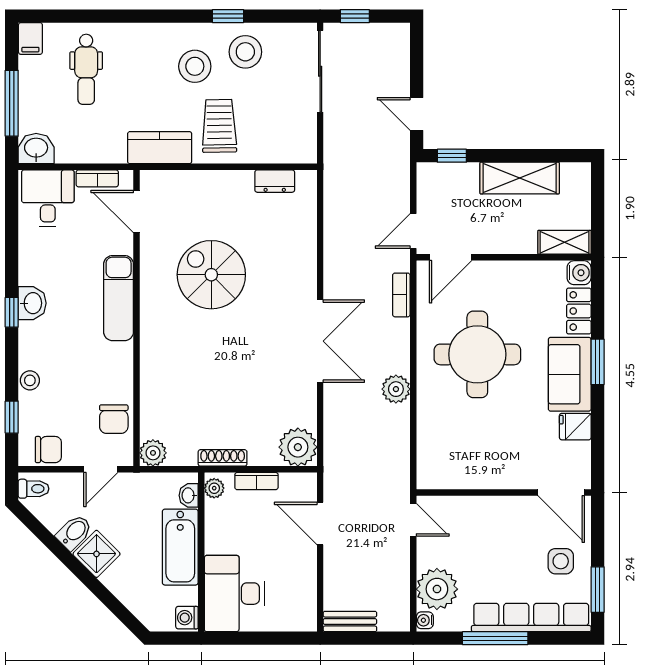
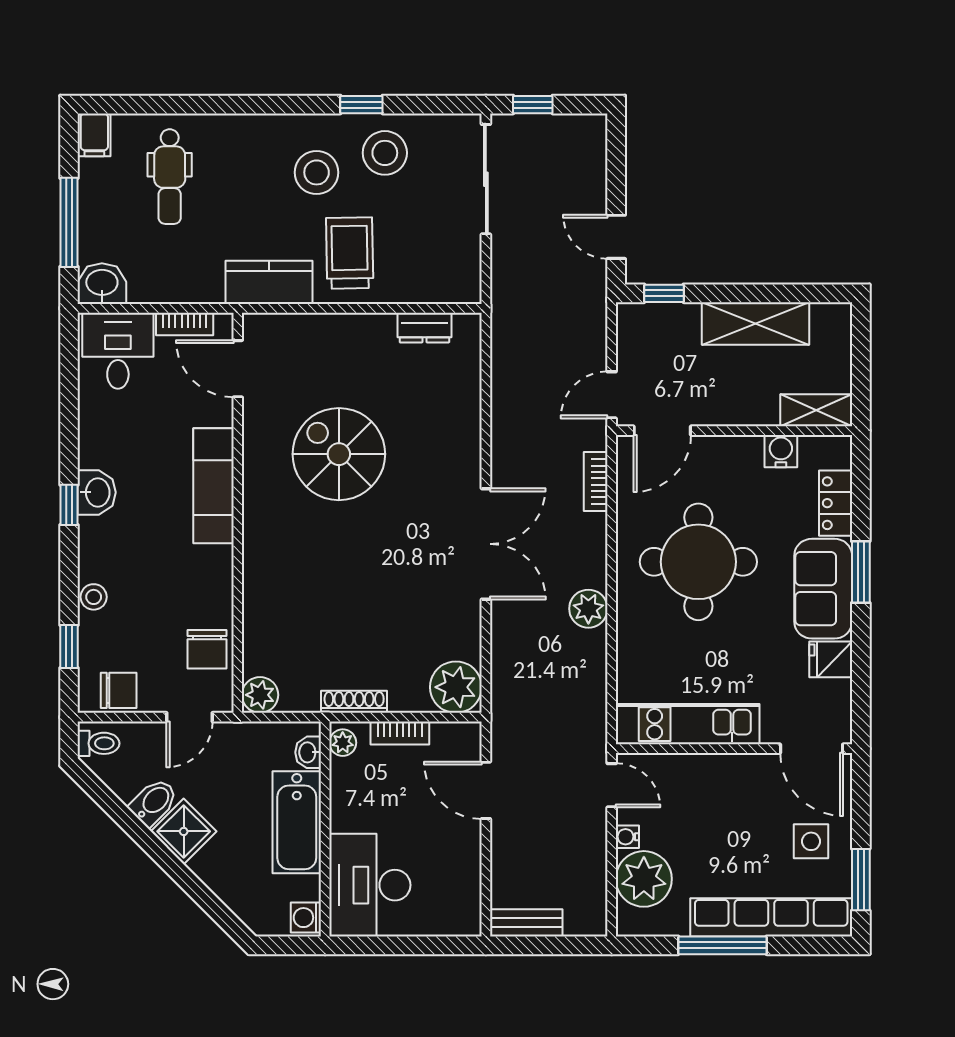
water cooler: (579, 273) -> (781, 451), moved, turned -90
kitchen unit: (469, 475) -> (688, 724), added
water cooler: (425, 620) -> (627, 837), moved

